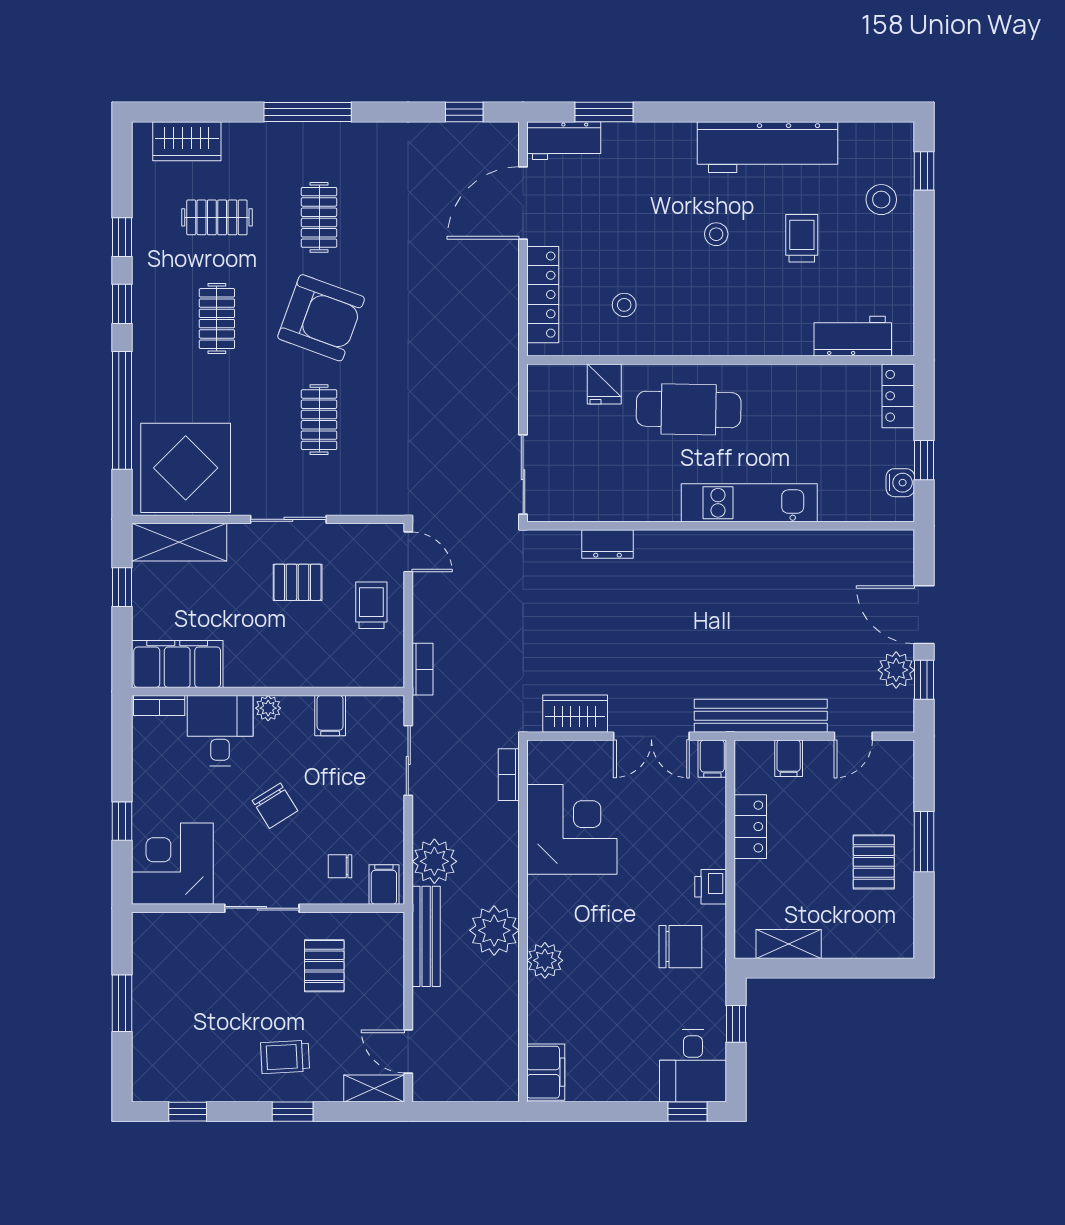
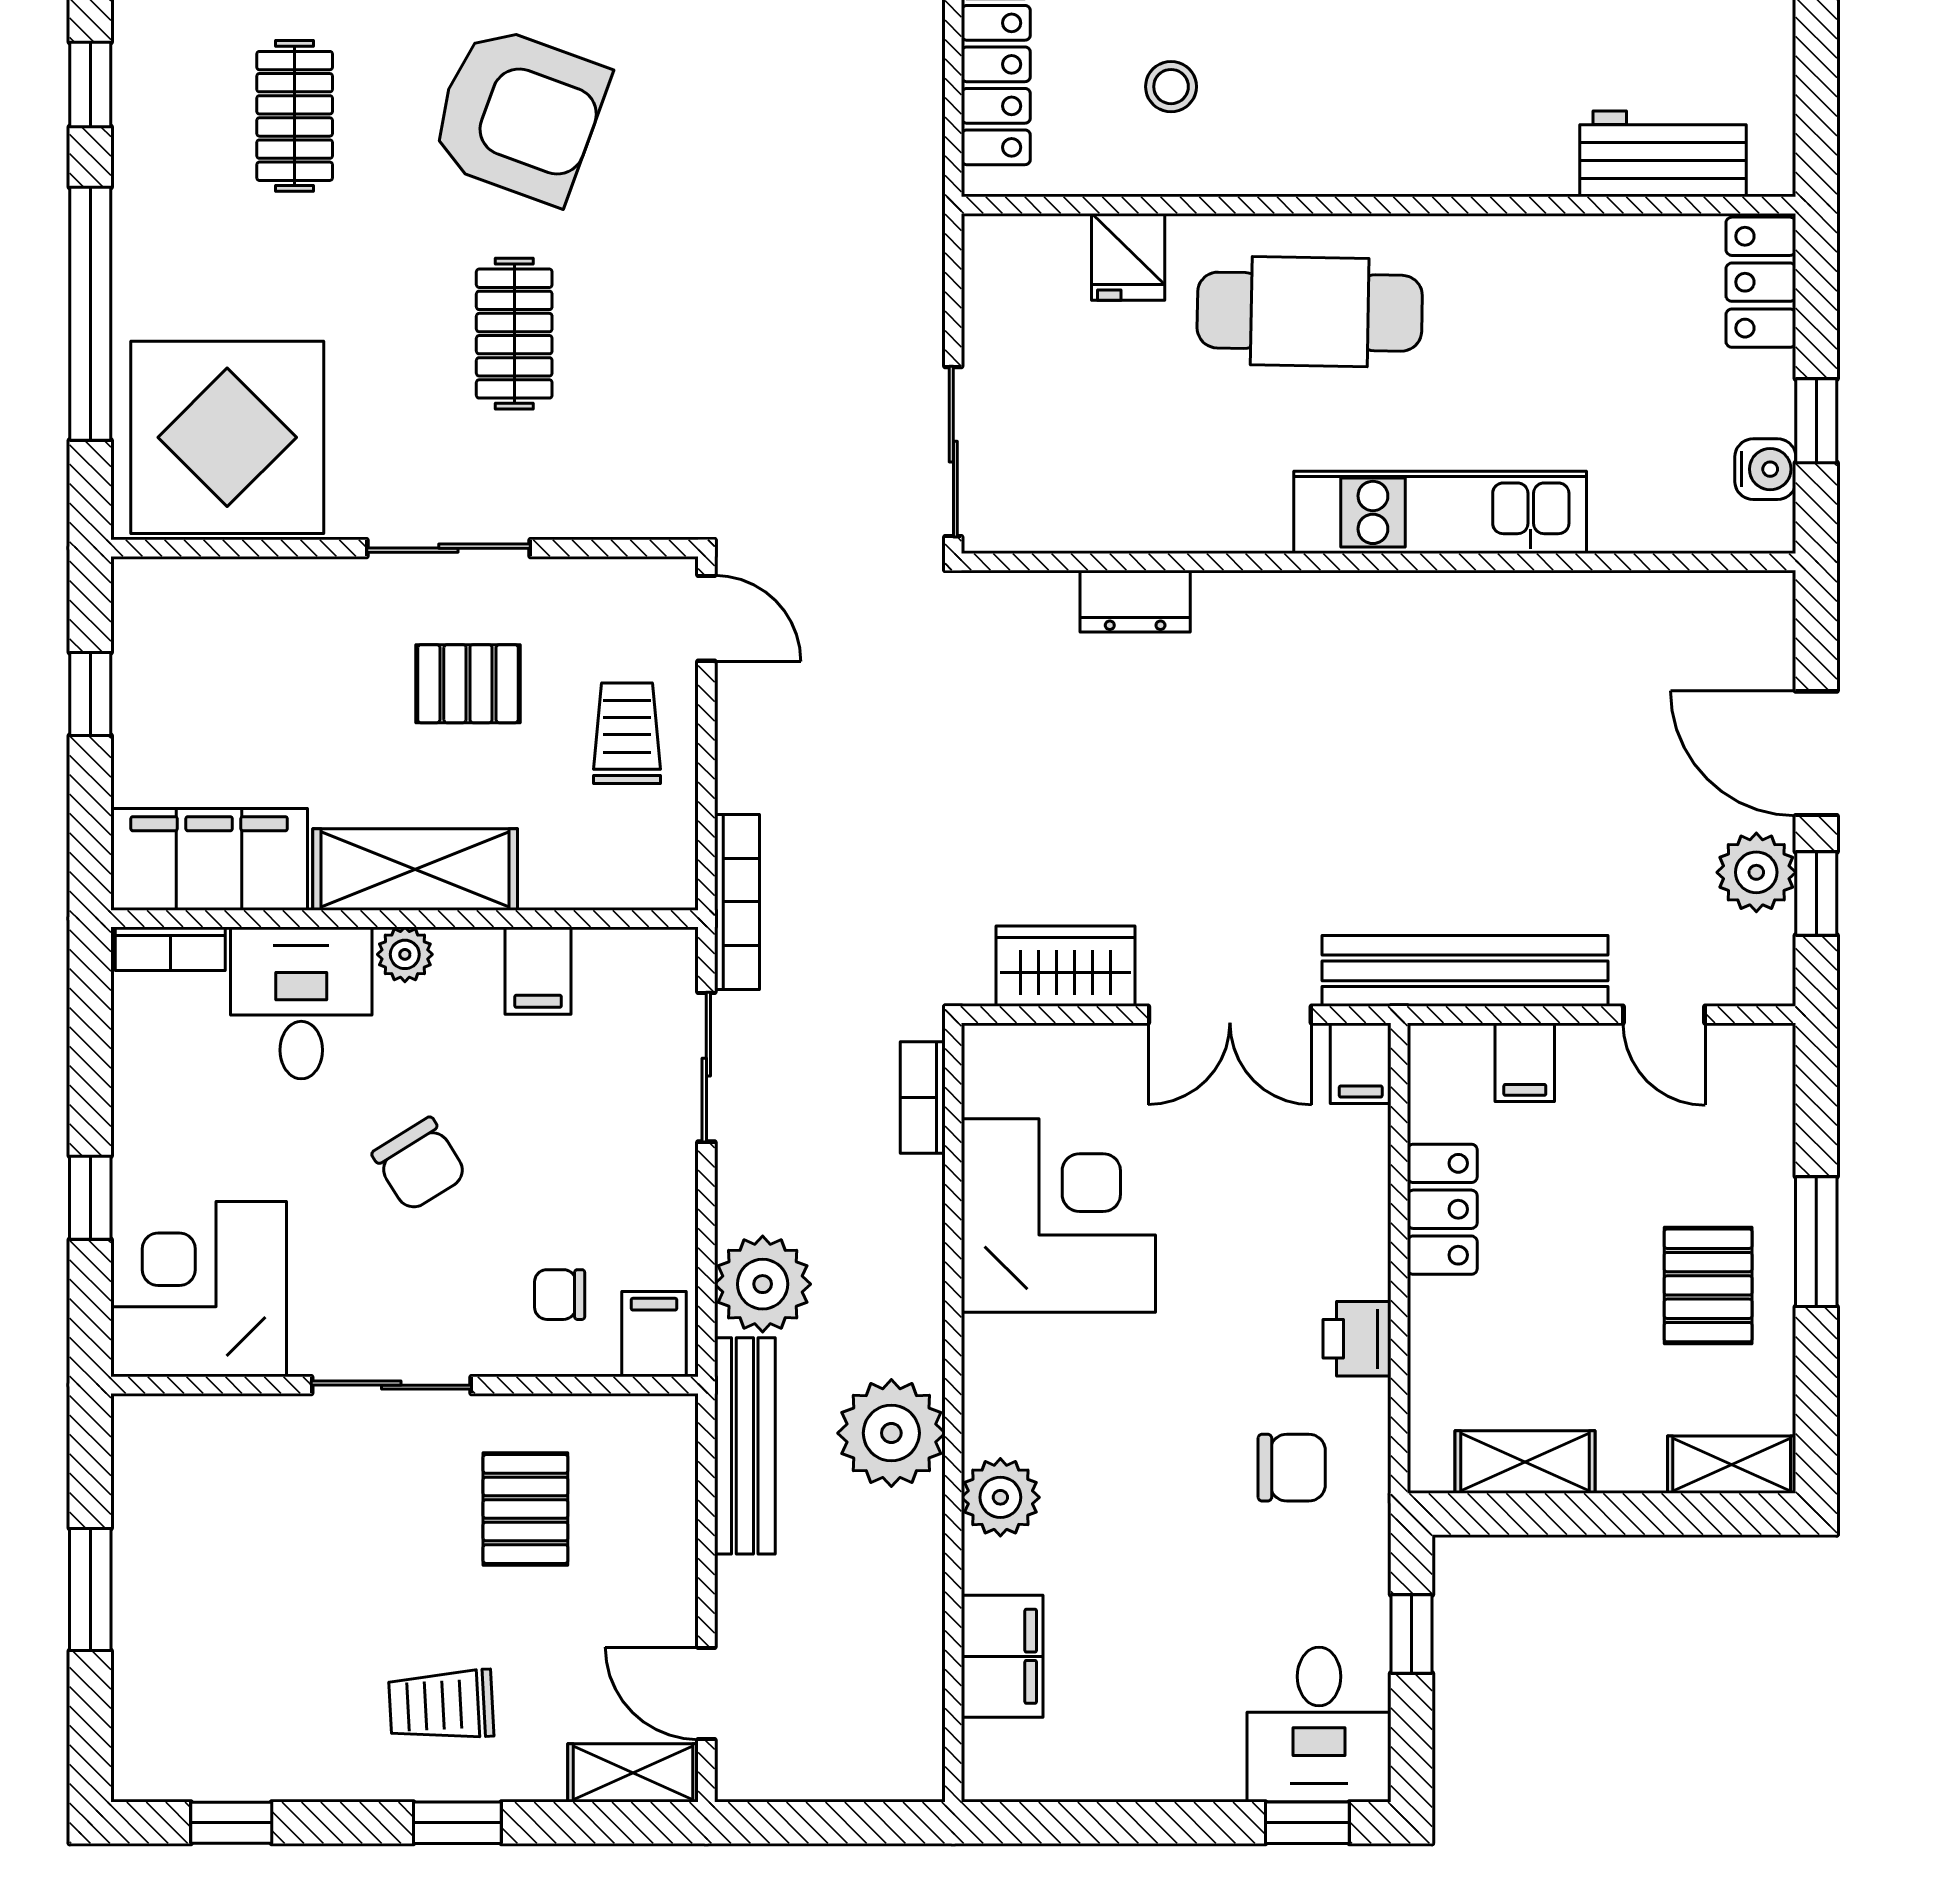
shelving: (179, 542) -> (415, 869), moved
bookcase: (422, 669) -> (737, 902), width x1.56
door: (853, 736) -> (1664, 1015), hinge flipped
shelving: (885, 945) -> (1732, 1465), added
chair: (680, 947) -> (1292, 1468), width x0.73, depth x0.73
filing cabinet: (546, 1072) -> (1002, 1656), moved

